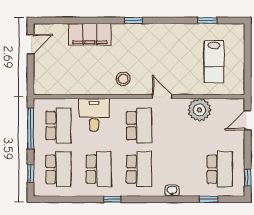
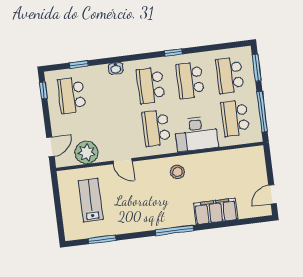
window: (133, 20) -> (175, 230), width x2.17
window: (207, 20) -> (102, 240), width x1.50
door: (162, 97) -> (123, 161), moved
plant: (199, 110) -> (86, 152), moved
desk: (94, 115) -> (196, 134), width x1.37
window: (31, 173) -> (257, 68), width x1.50

